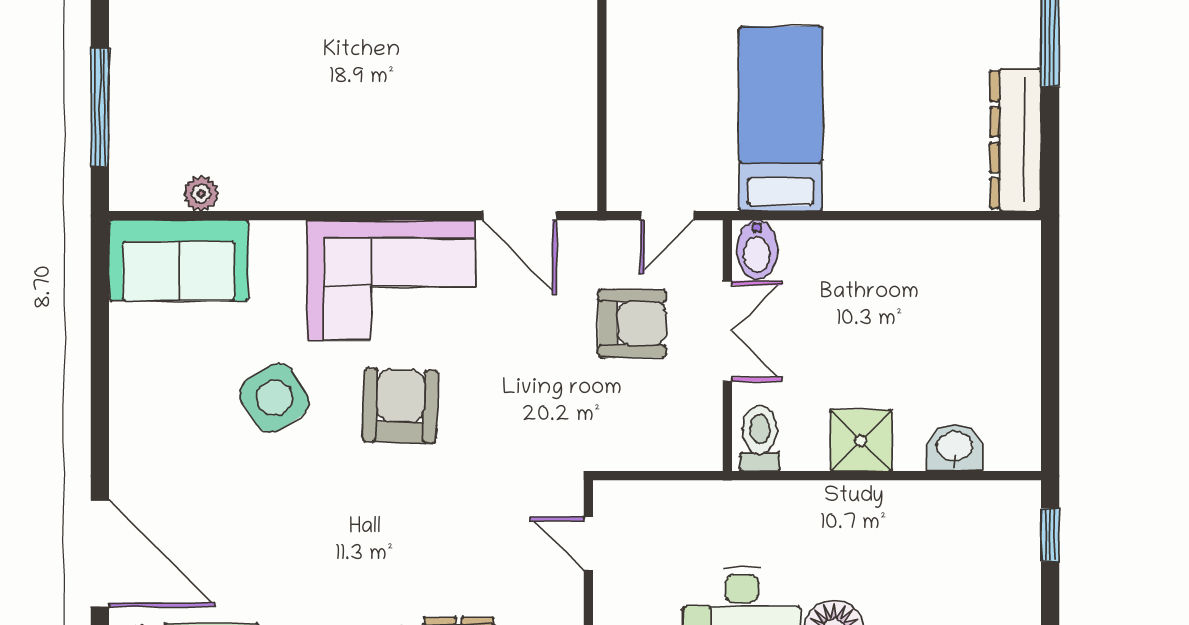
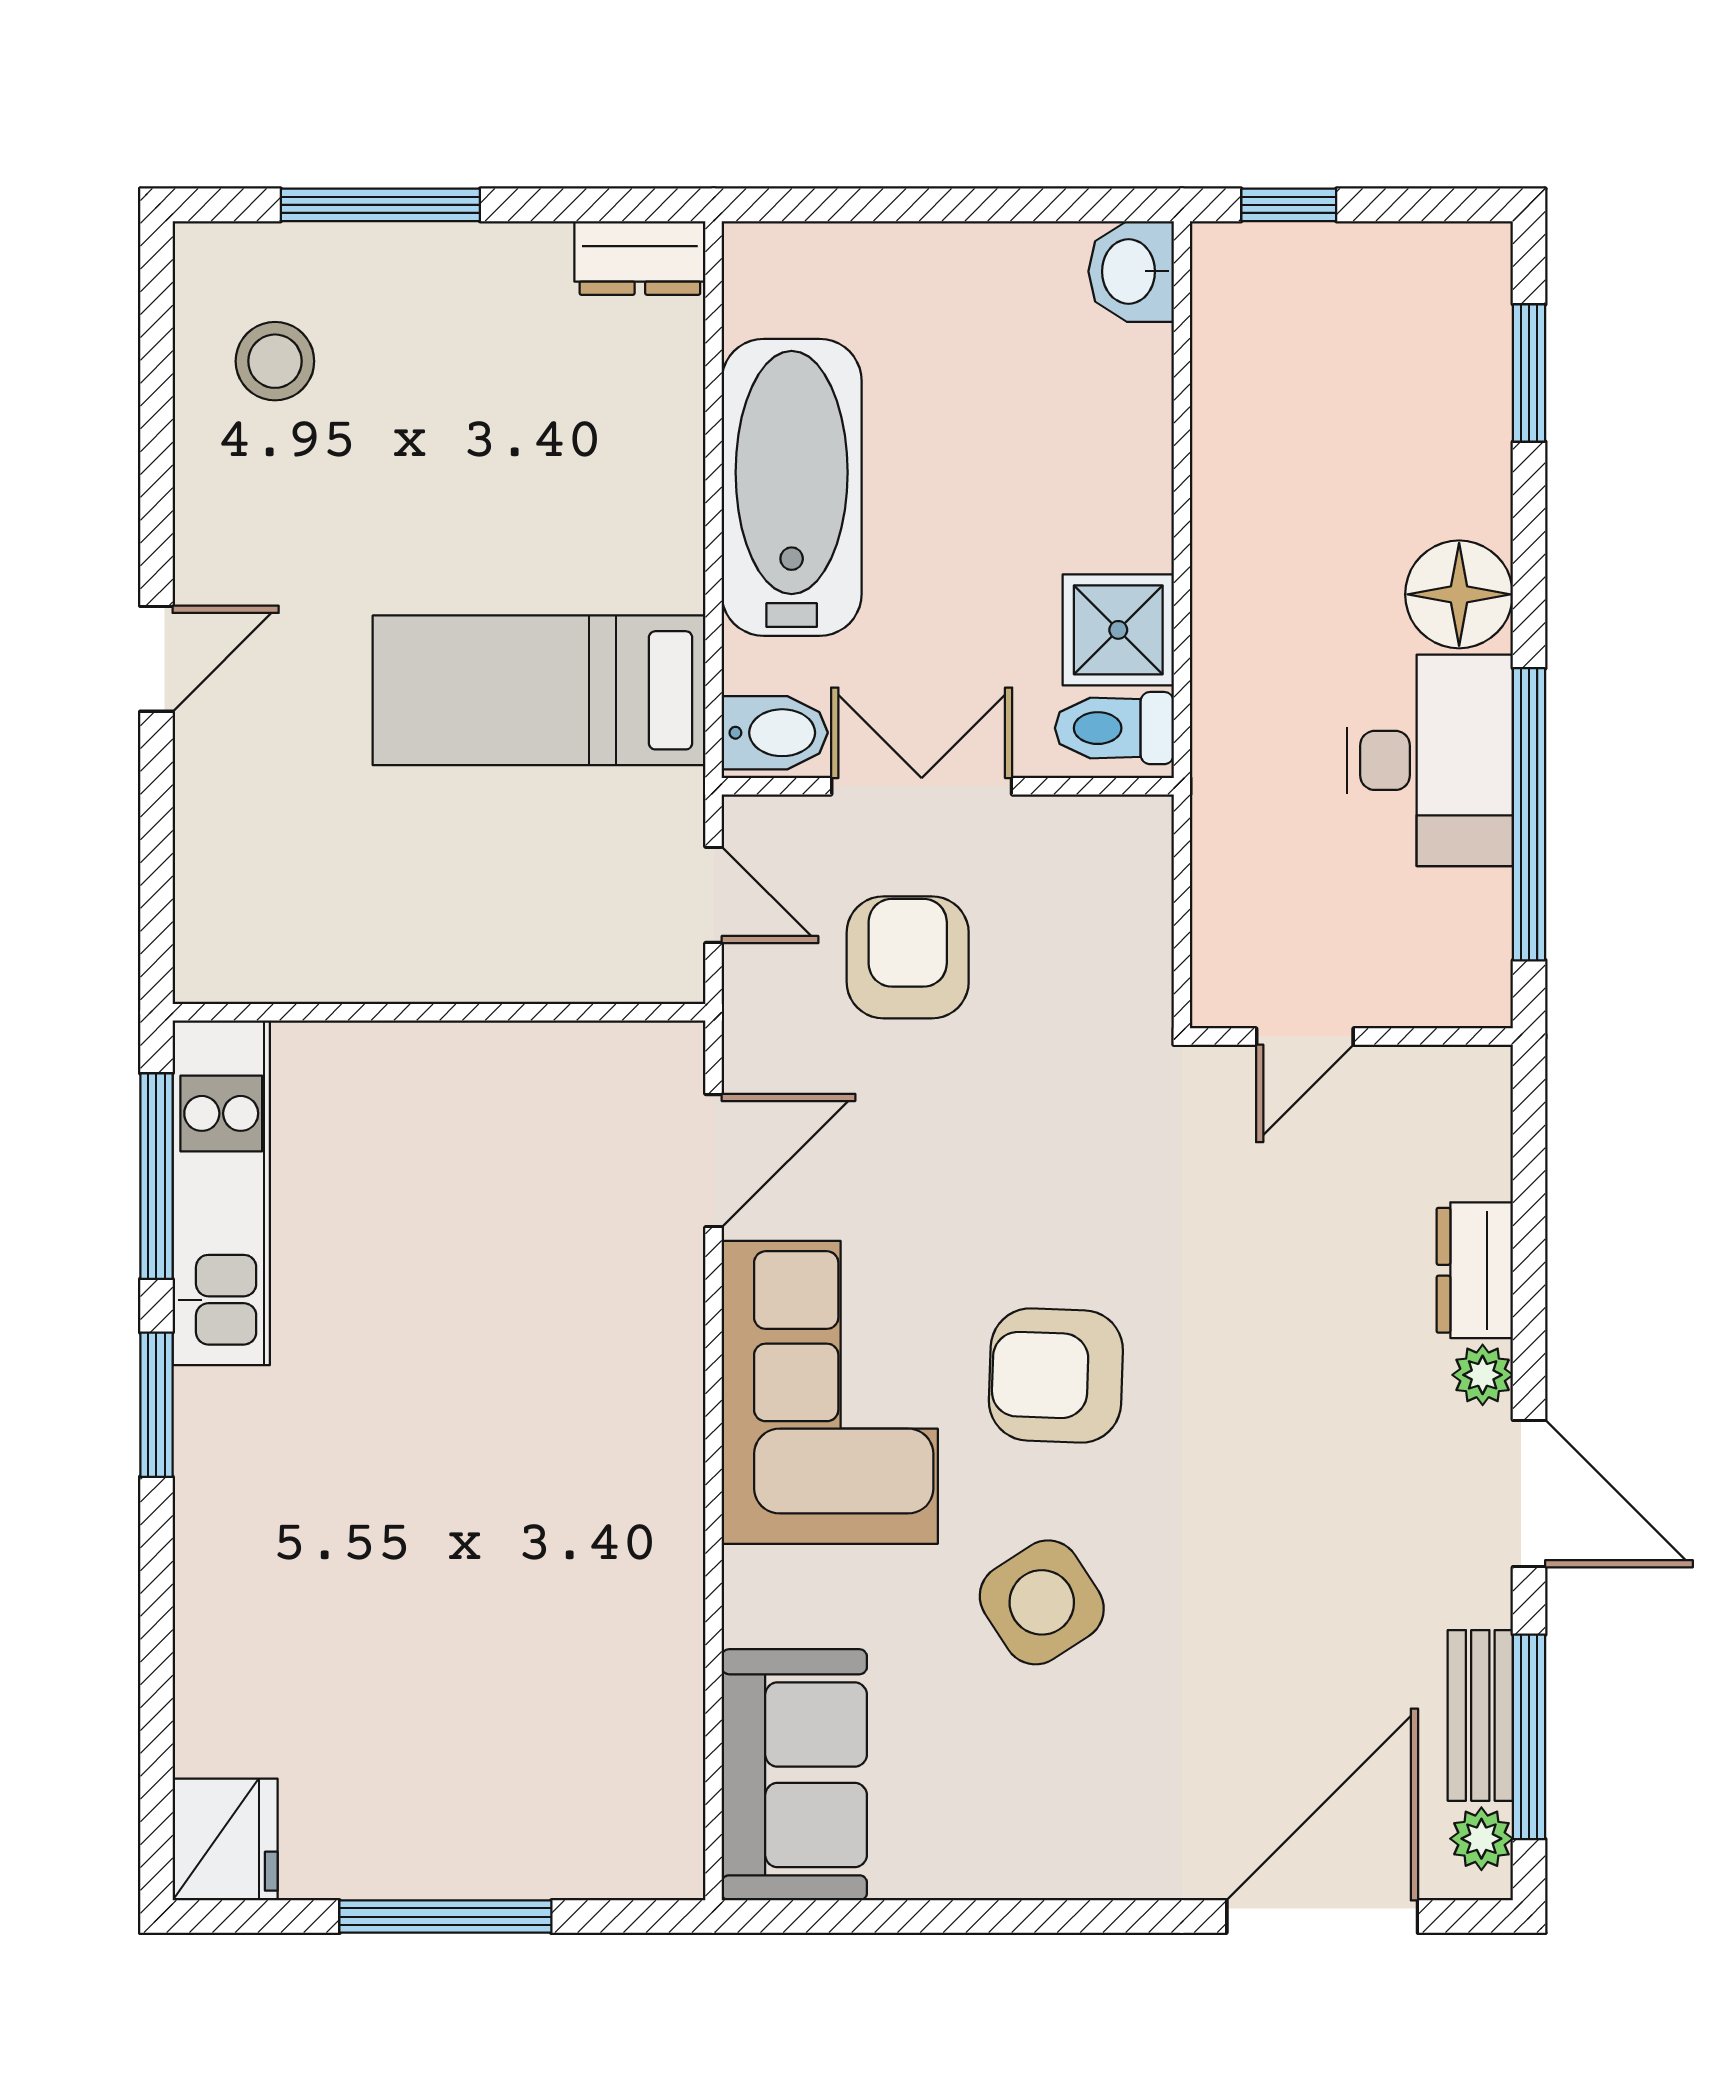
window: (100, 108) -> (445, 1917), moved
dresser: (1016, 140) -> (640, 258), width x0.51, depth x0.80
plant: (201, 194) -> (674, 1734), removed
bathtub: (893, 259) -> (792, 487), added
shower: (861, 440) -> (1118, 630), moved
washbasin: (955, 448) -> (1131, 271), moved

